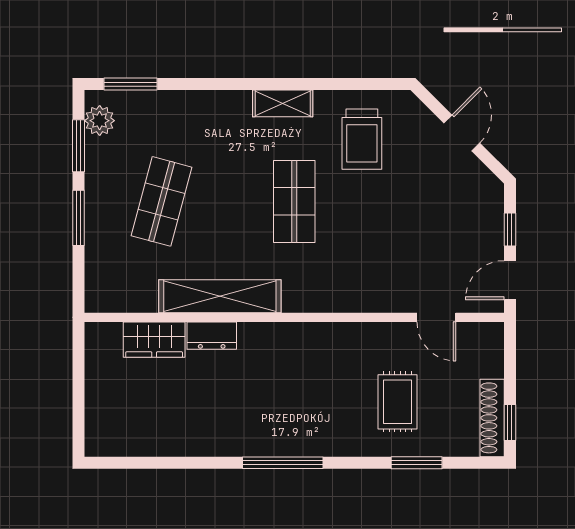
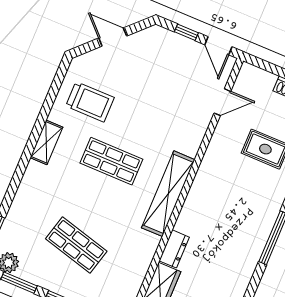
shelving: (220, 296) -> (168, 194), moved

